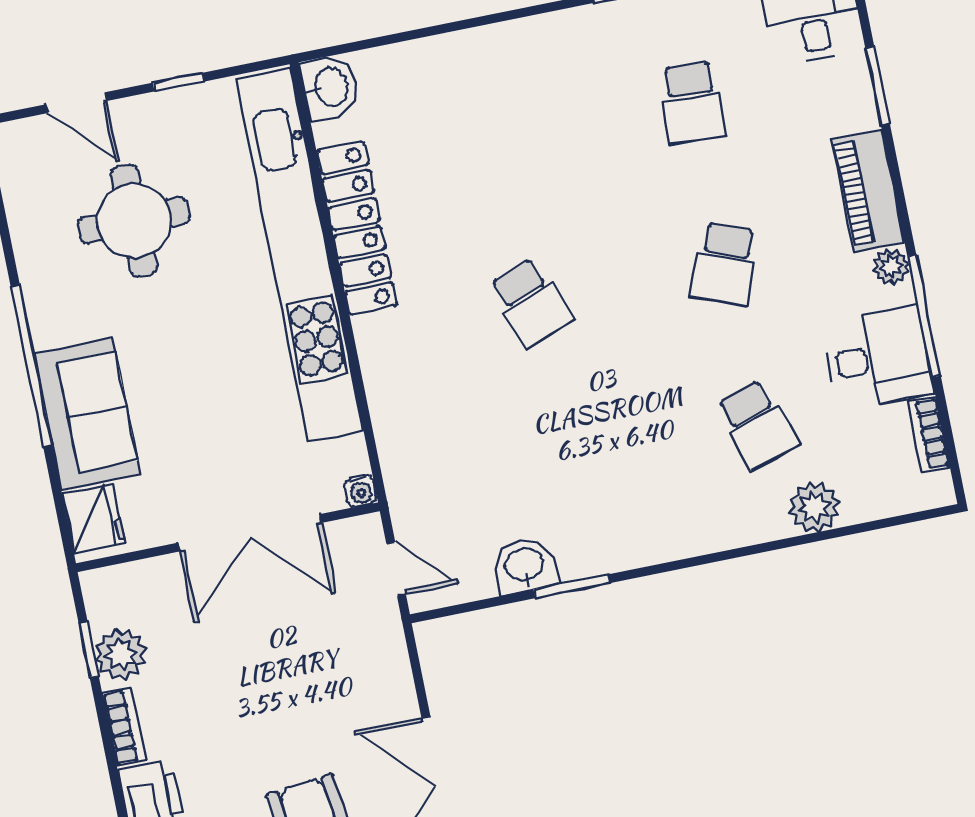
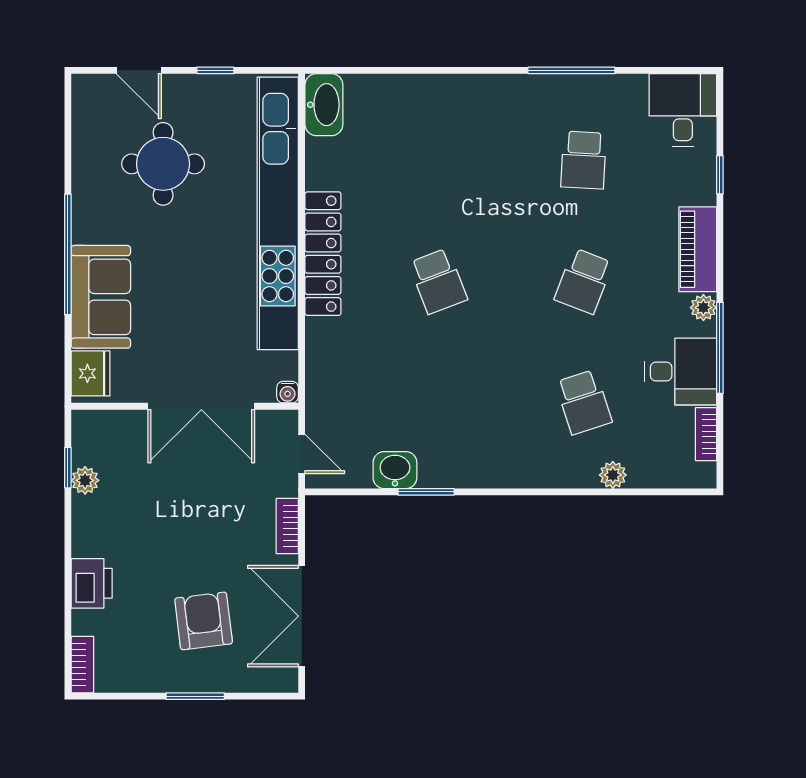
window: (878, 86) -> (720, 175), width x0.67
washbasin: (330, 87) -> (324, 105), width x1.38
locker: (357, 228) -> (323, 254), moved
plant: (814, 507) -> (613, 475), width x0.73, depth x0.73
plant: (121, 654) -> (85, 480), width x0.73, depth x0.73
bookcase: (124, 727) -> (287, 526), moved, turned 180

